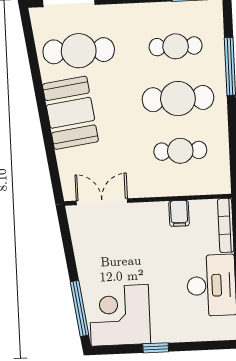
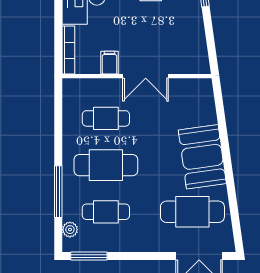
plant: (215, 25) -> (70, 230), added
double door: (102, 202) -> (146, 76), moved

